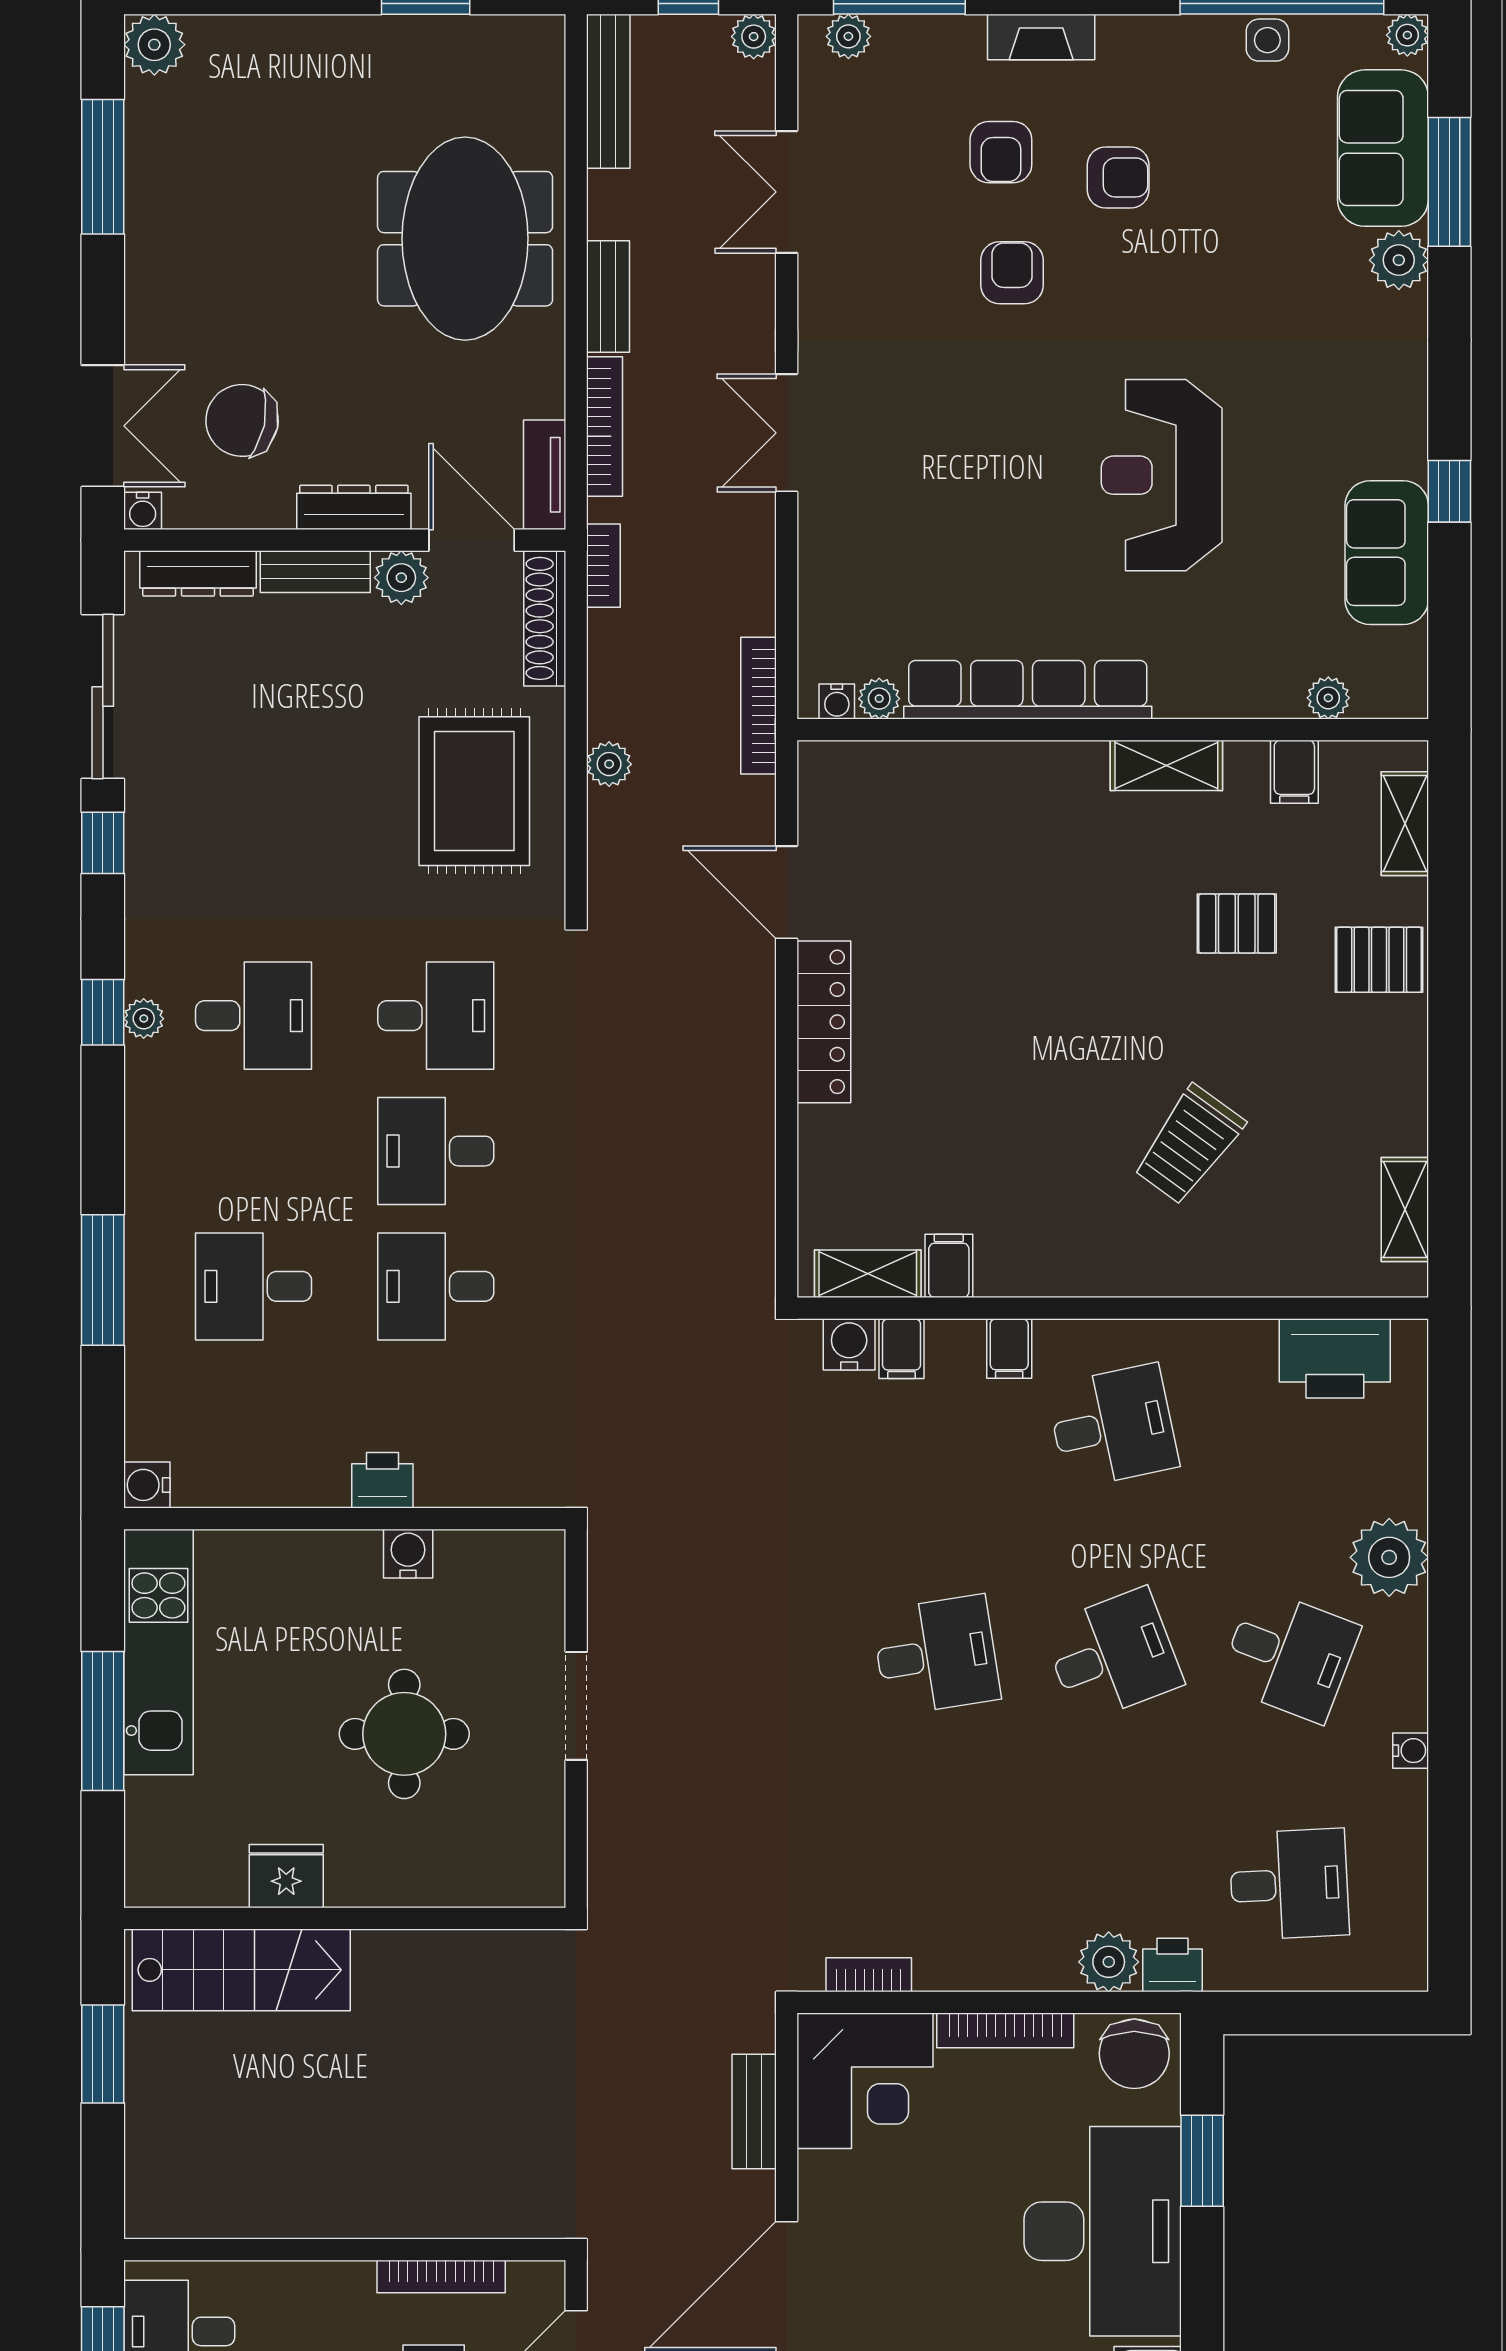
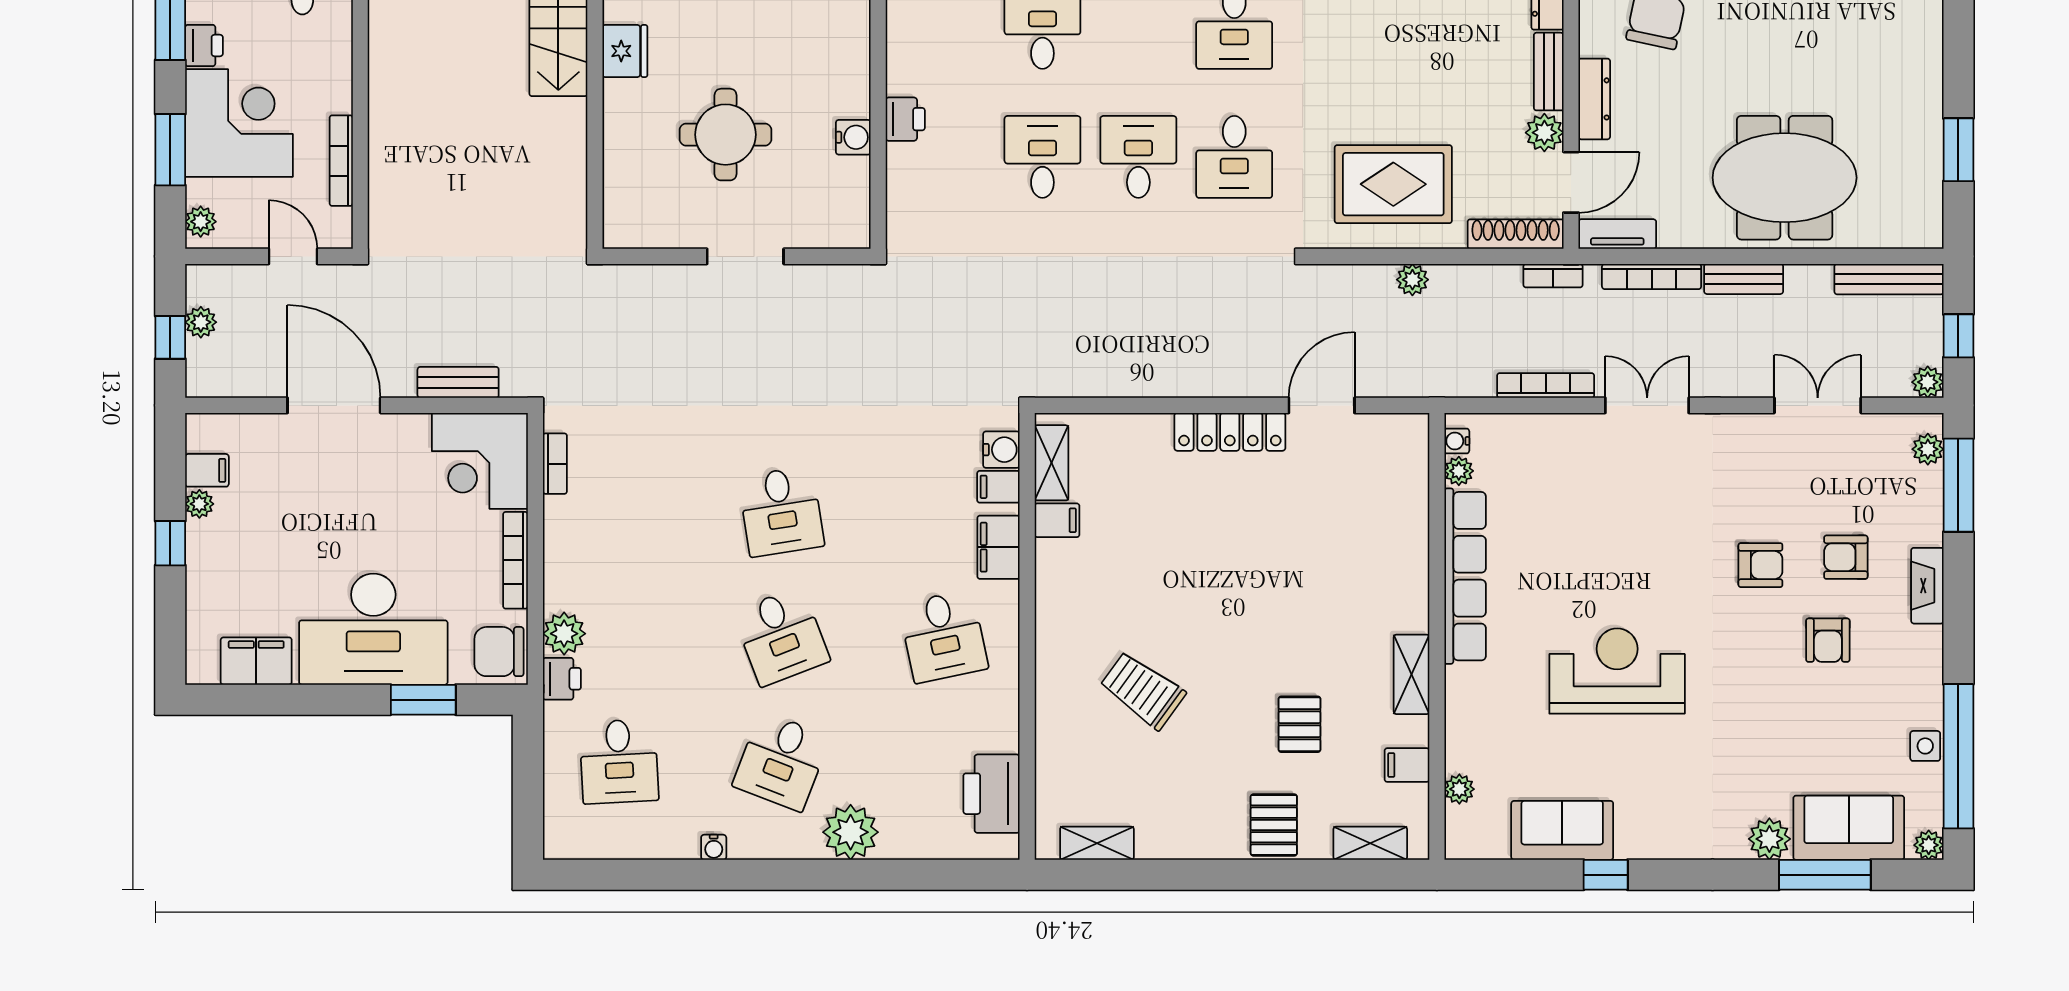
bookcase: (758, 706) -> (1546, 385), moved
filing cabinet: (1009, 1348) -> (998, 547), width x2.00

